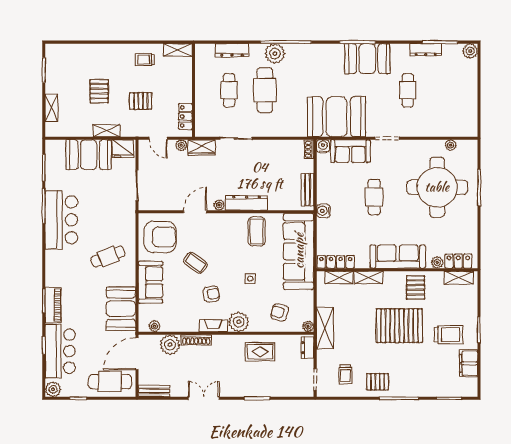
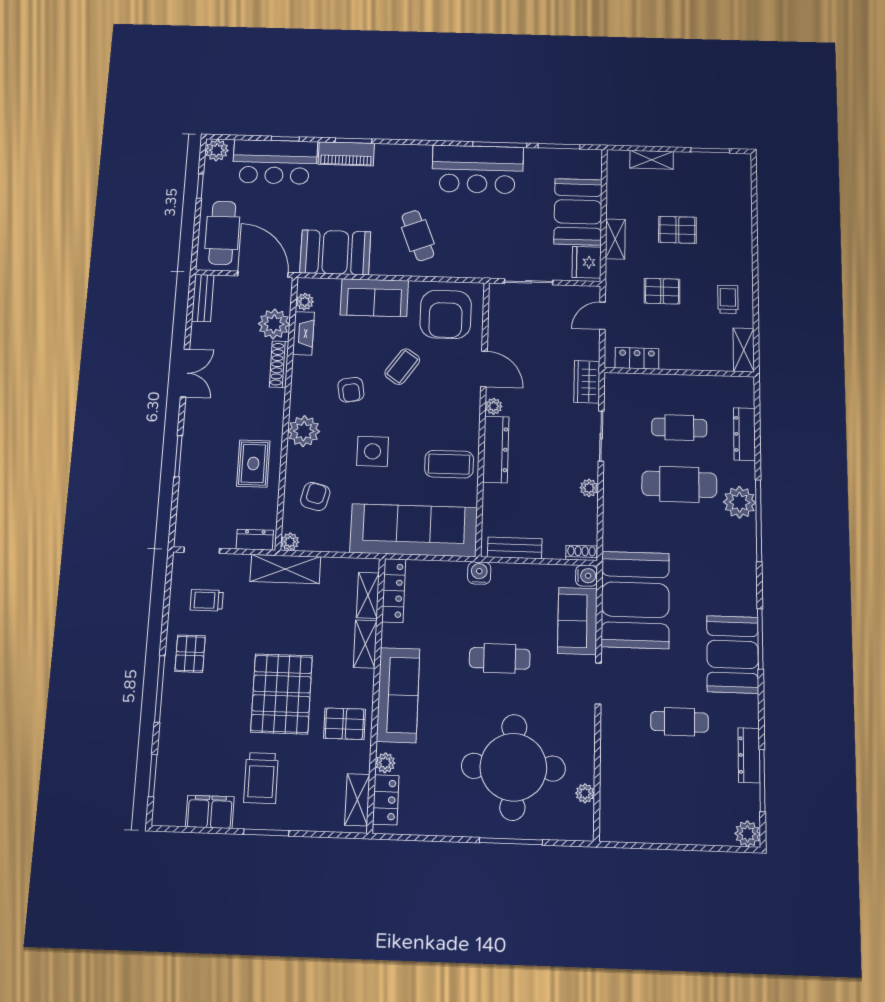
pallet: (141, 101) -> (662, 291), turned 90
plant: (181, 145) -> (589, 488), moved
side table: (250, 279) -> (373, 451), width x1.87, depth x1.87
fireplace: (213, 326) -> (303, 333), moved

